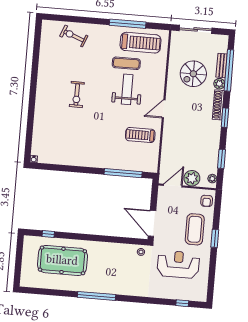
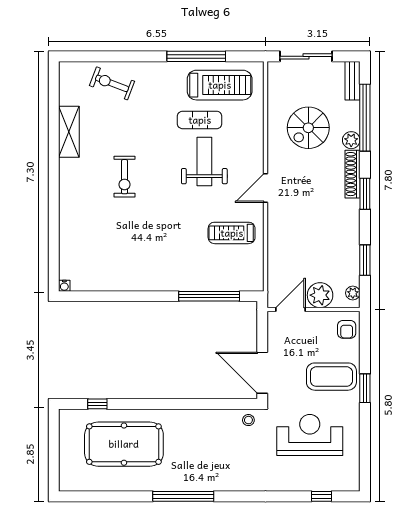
shelving: (45, 64) -> (69, 132), added
bench: (222, 66) -> (352, 81), moved
coffee table: (195, 229) -> (331, 377), turned 90

